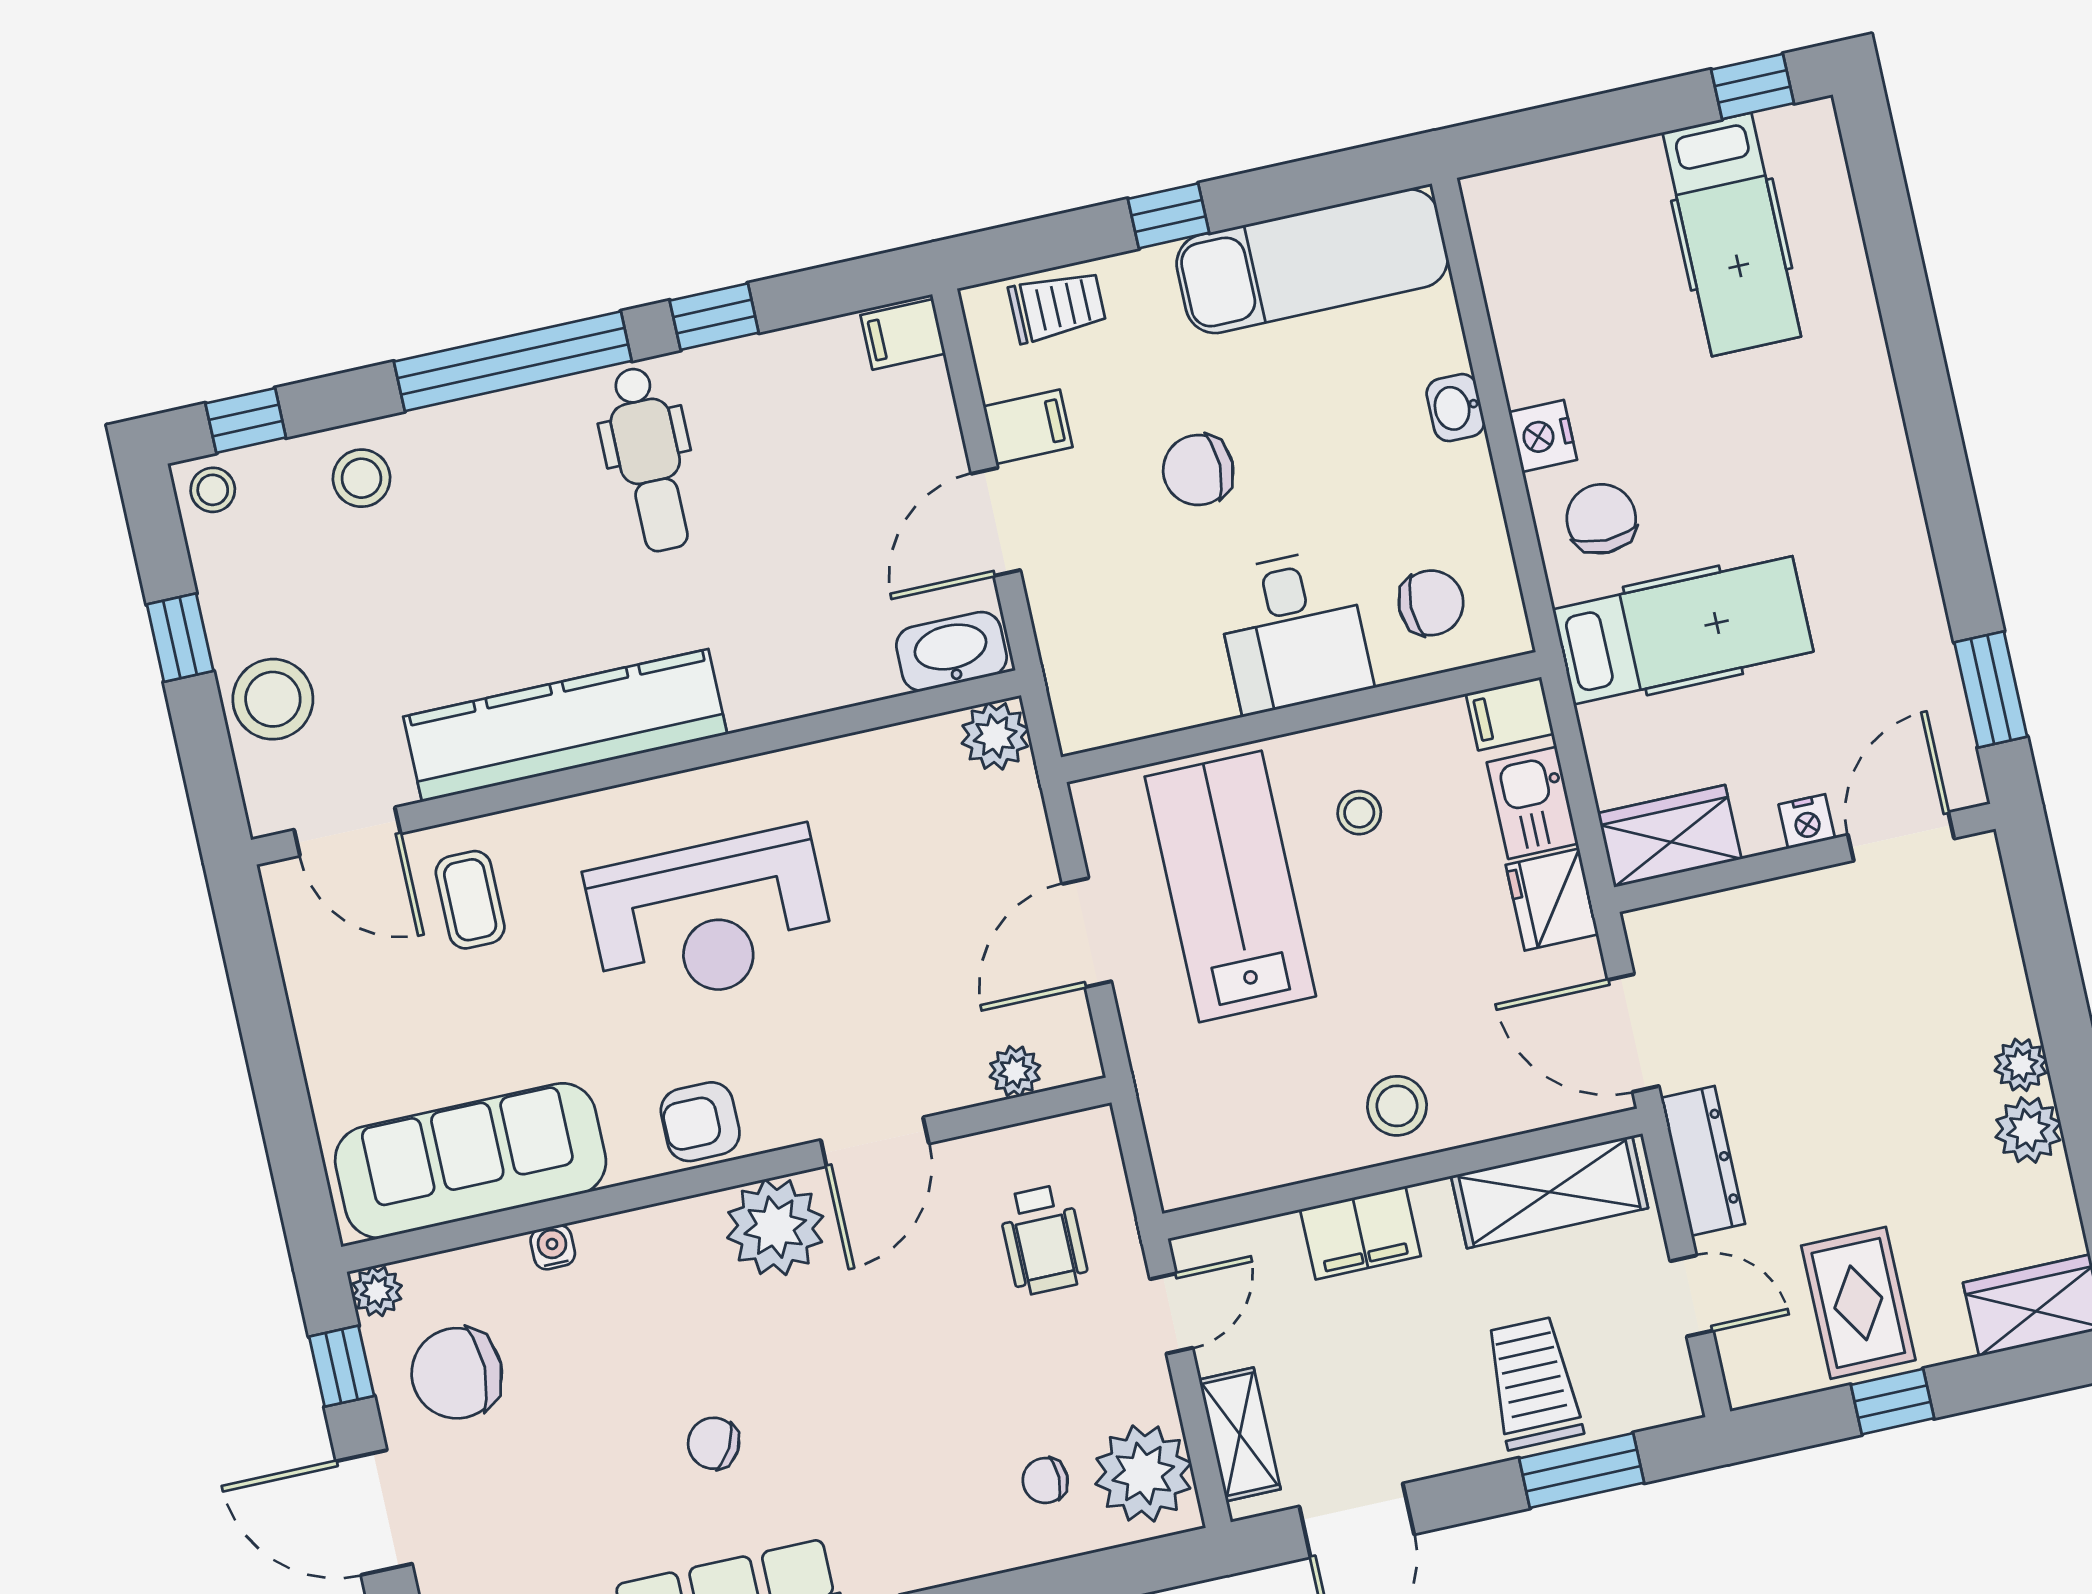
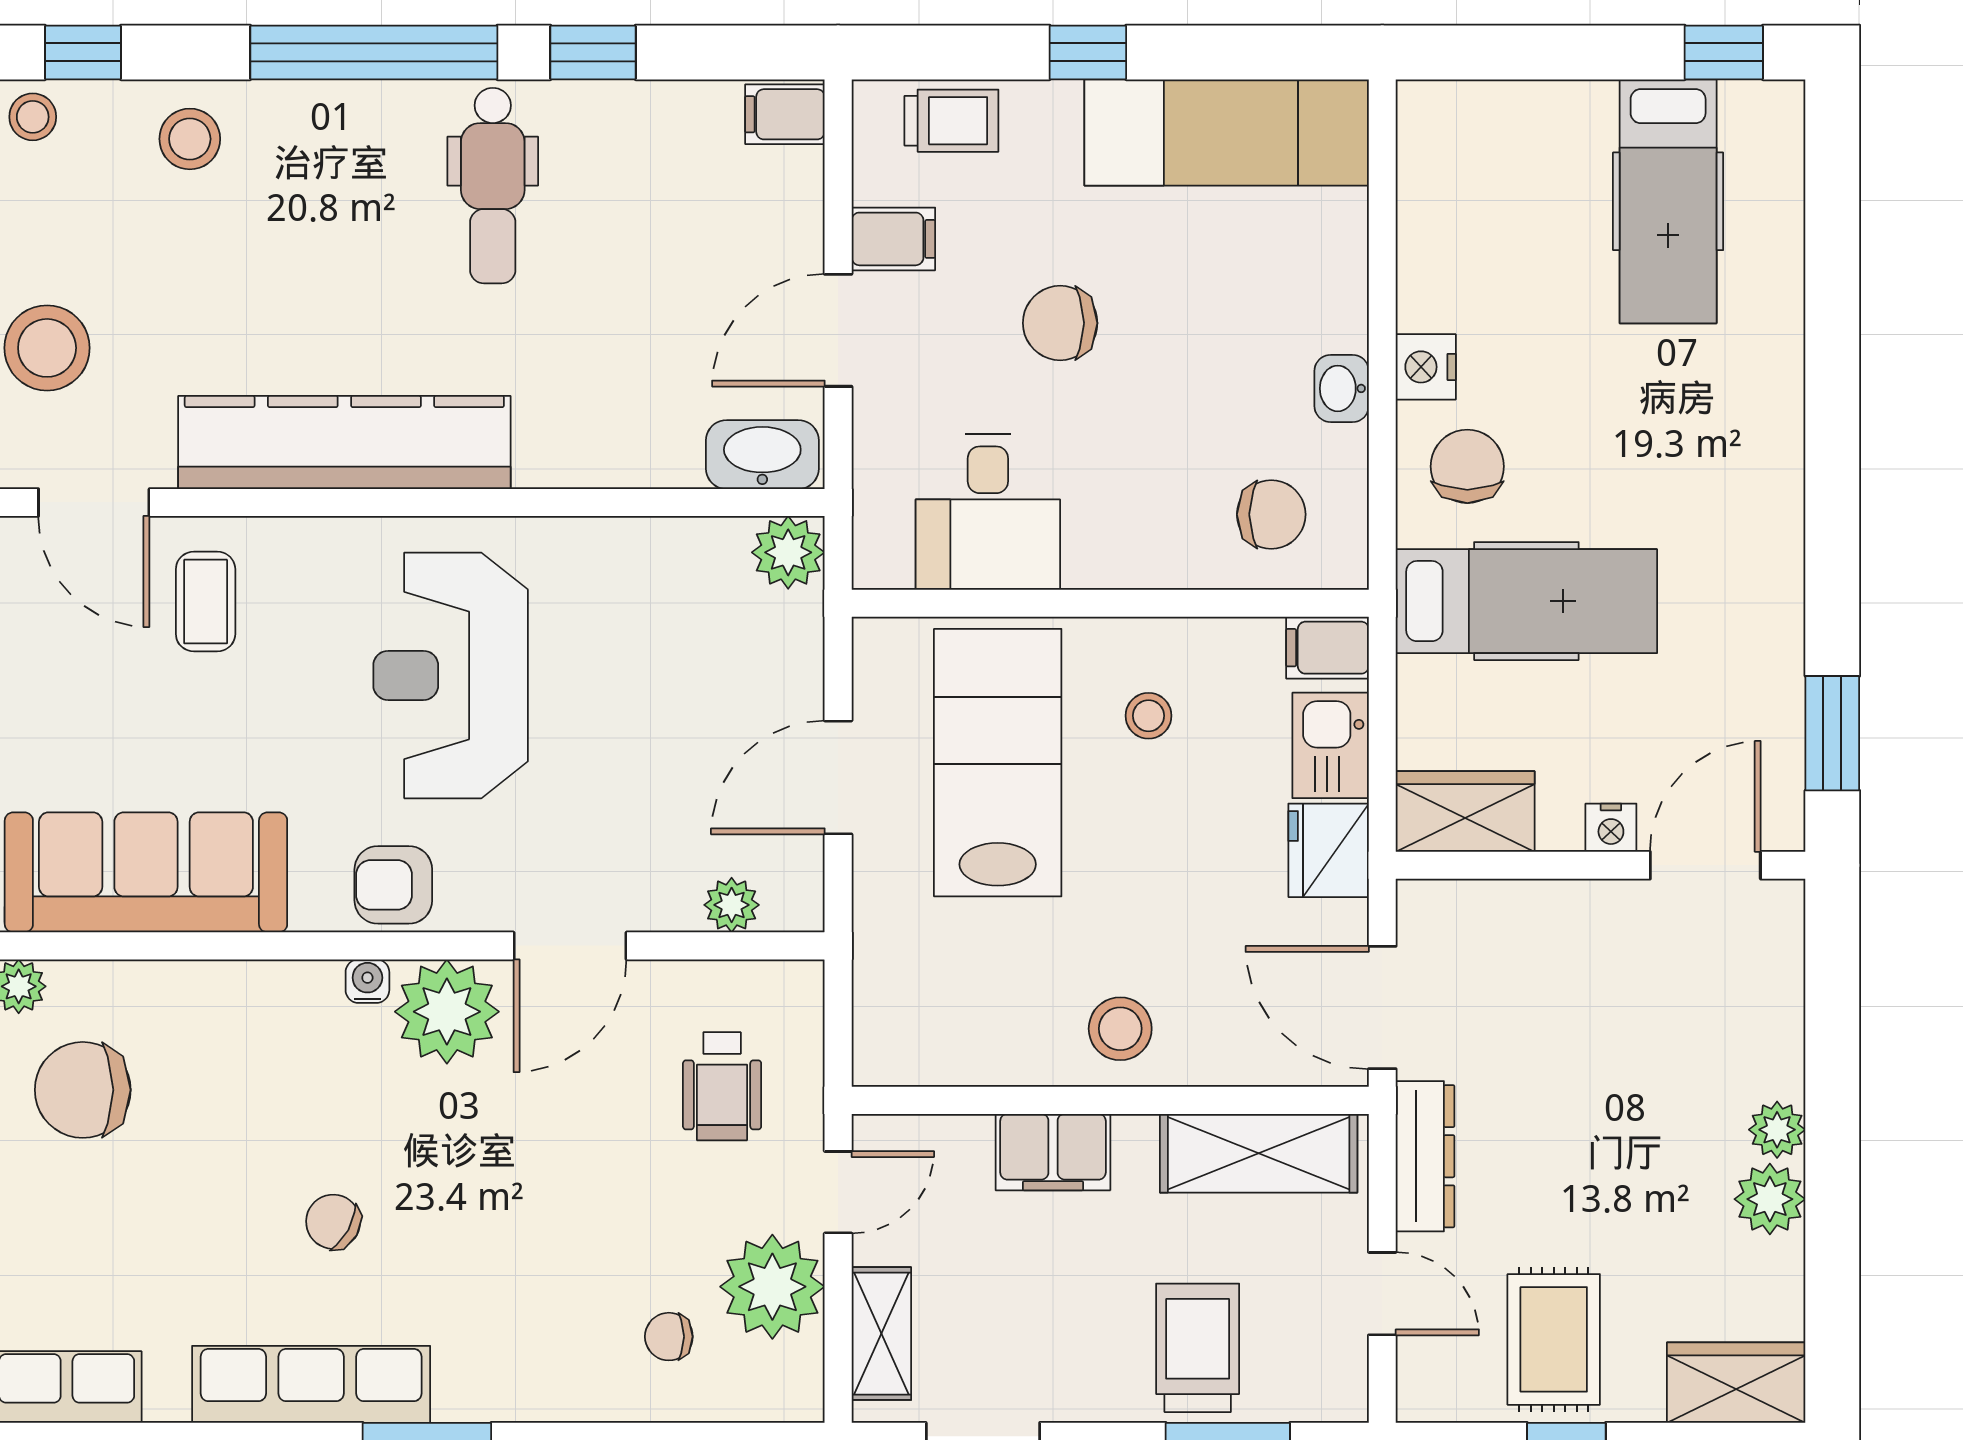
washbasin: (1456, 408) -> (1342, 388), moved
desk: (1293, 631) -> (988, 512), moved
reception desk: (710, 918) -> (451, 675), turned 90
water cooler: (553, 1247) -> (367, 981), moved
plant: (1143, 1473) -> (772, 1287), moved

